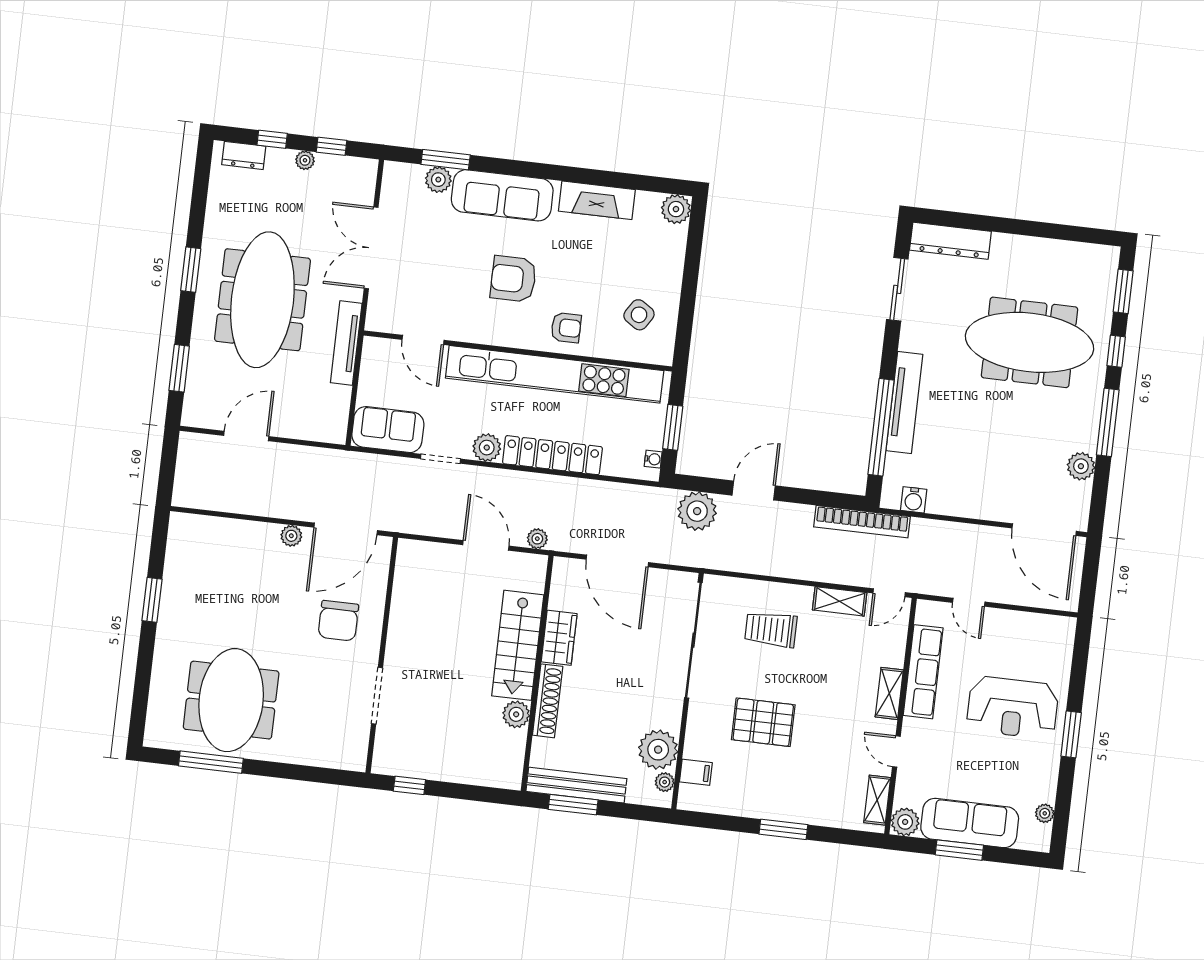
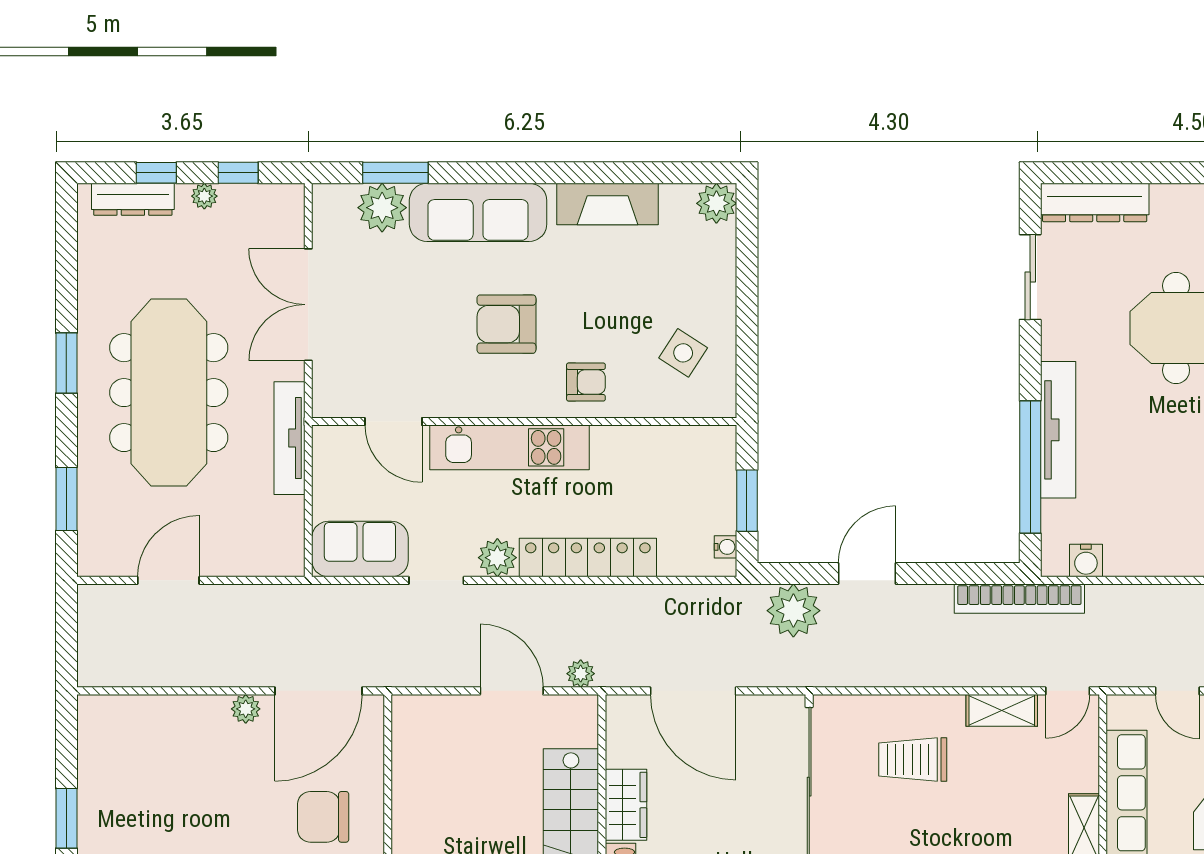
dresser: (244, 155) -> (133, 199), width x1.44
plant: (438, 180) -> (382, 208), width x1.36, depth x1.36
kitchen unit: (555, 374) -> (510, 447), width x0.54
chair: (338, 621) -> (323, 817), turned 90

